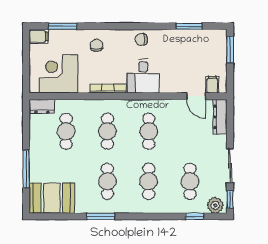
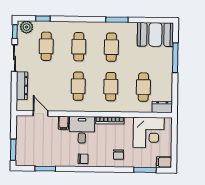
filing cabinet: (212, 85) -> (64, 123), moved
dresser: (220, 117) -> (22, 86), moved

